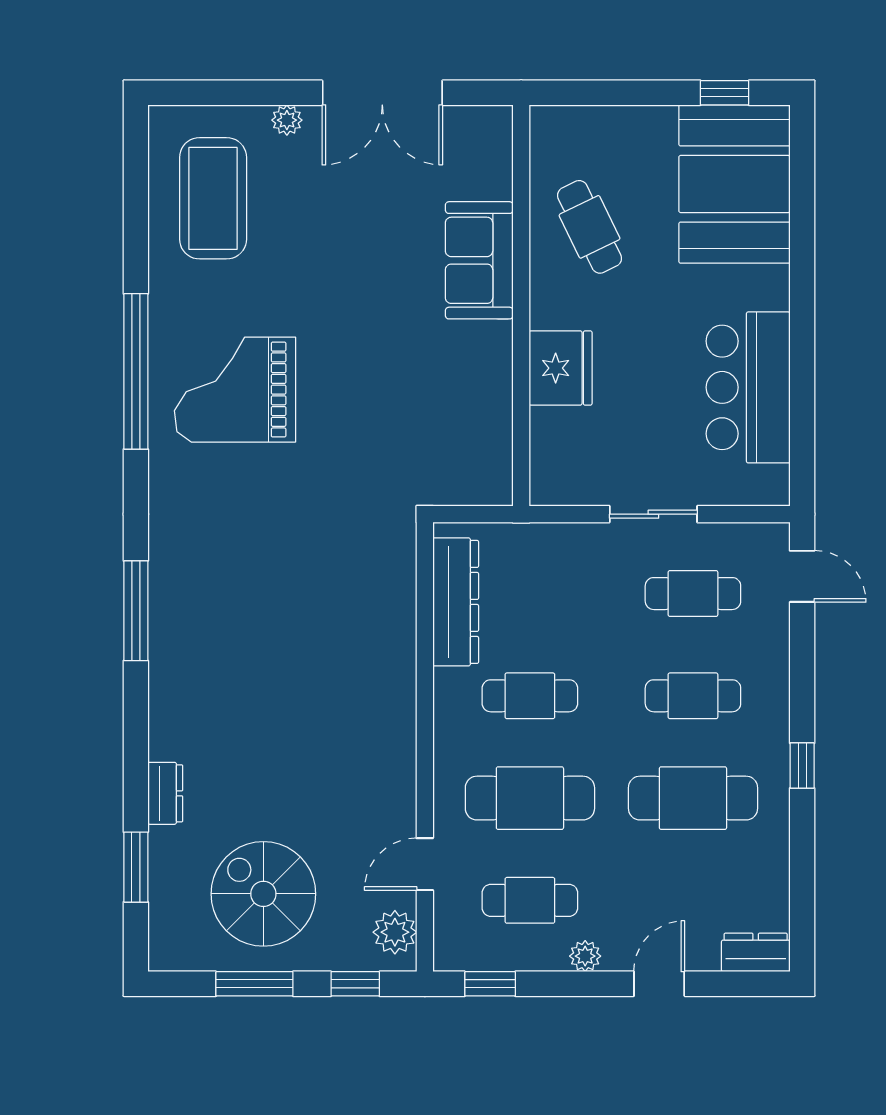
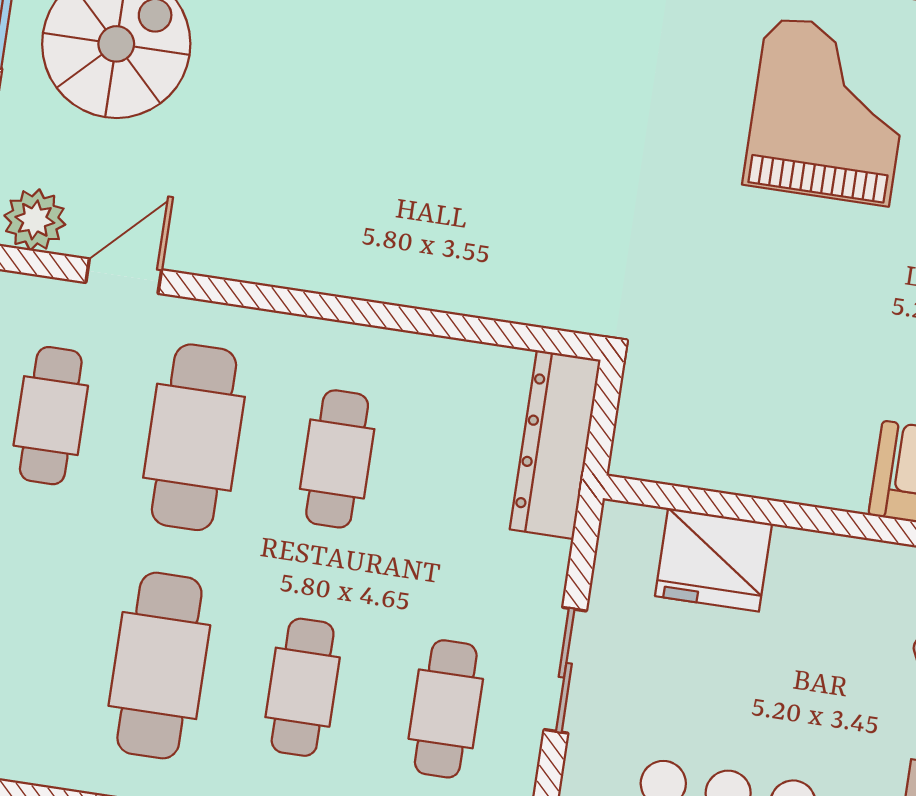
fridge: (561, 368) -> (714, 560), moved
dresser: (456, 602) -> (555, 445), moved, turned 90
door: (425, 864) -> (124, 276), hinge flipped

